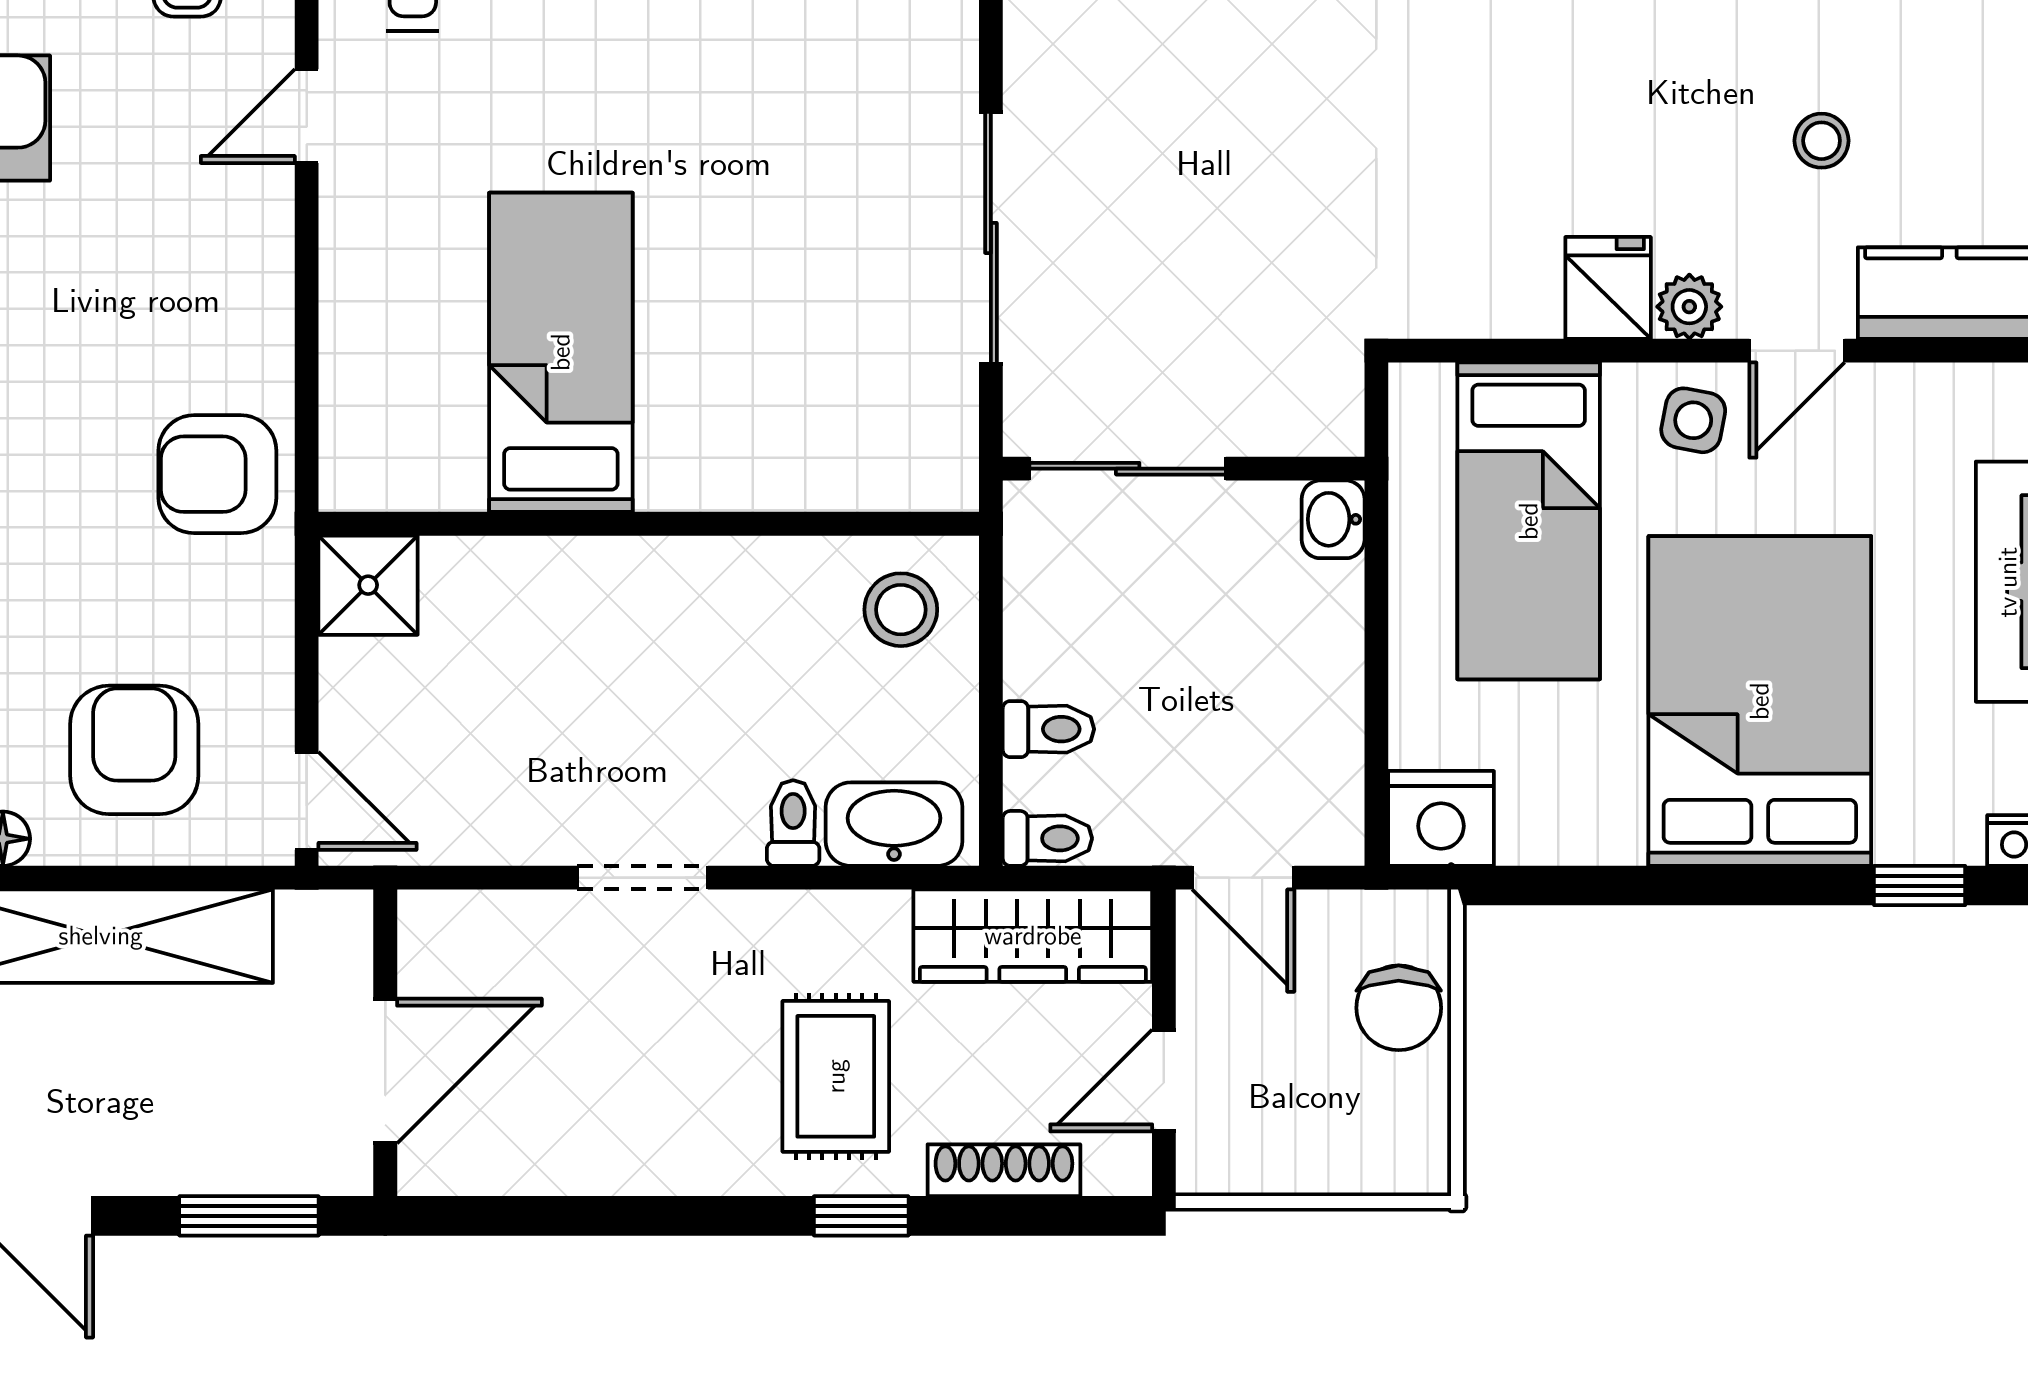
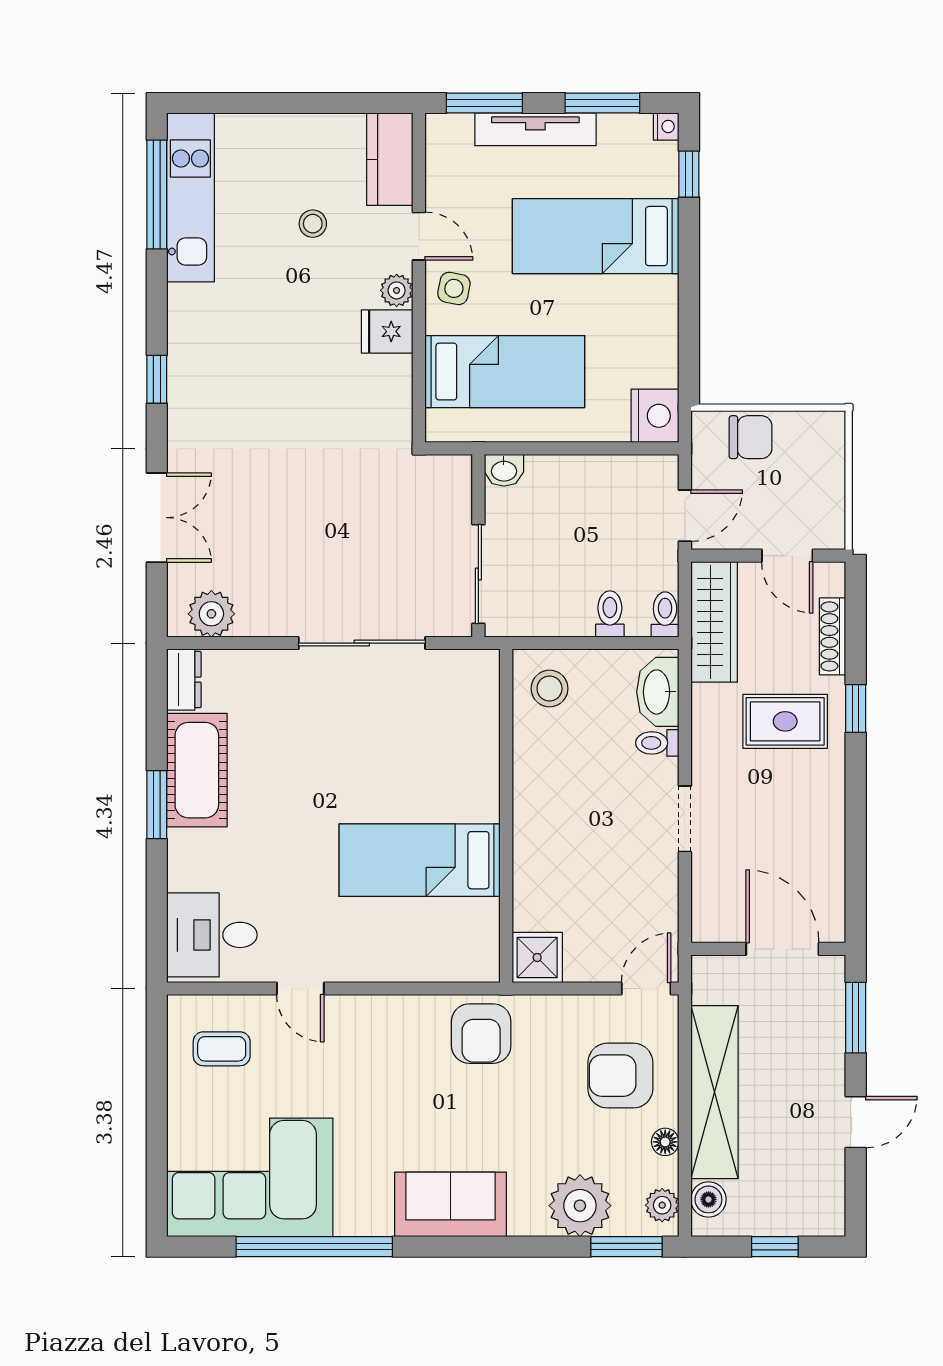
bed: (1760, 701) -> (596, 236), width x0.67

